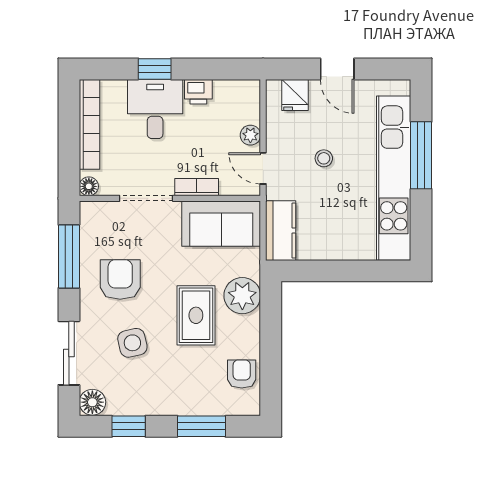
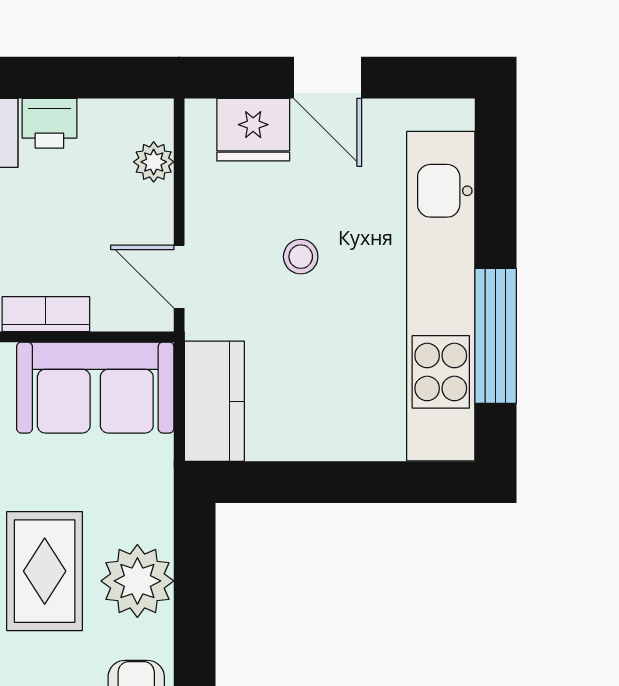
fridge: (295, 95) -> (253, 130), width x1.38
plant: (250, 135) -> (154, 162), moved
window: (421, 155) -> (496, 336), moved
plant: (242, 296) -> (137, 581), moved

